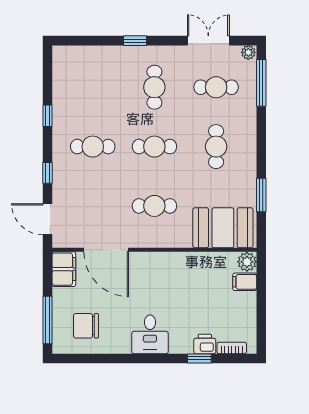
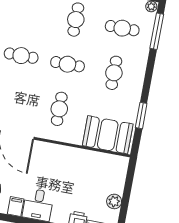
cafe table: (154, 206) -> (59, 109), turned 90
plant: (247, 262) -> (114, 201), moved
filing cabinet: (245, 282) -> (16, 207), moved, turned 90

